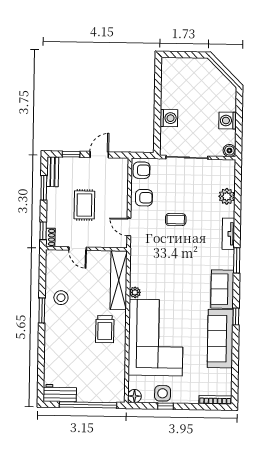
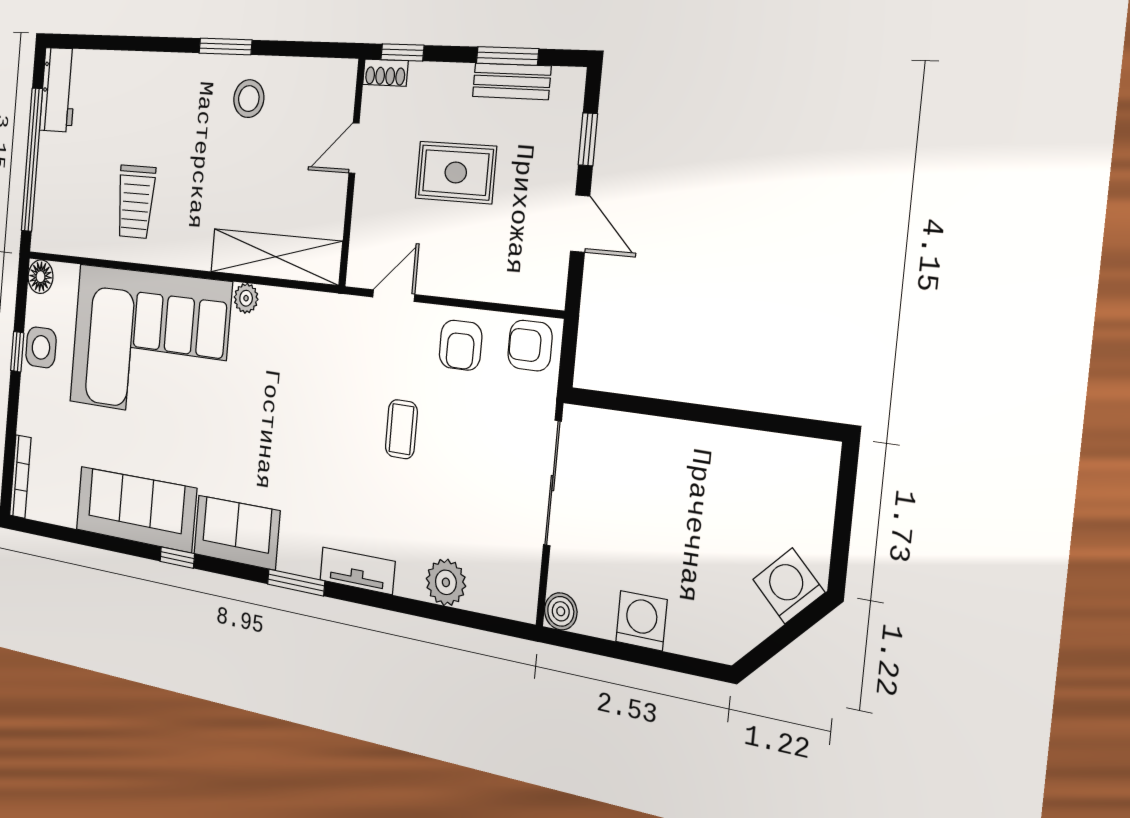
washing machine: (169, 118) -> (789, 586), moved, turned 135
armchair: (142, 170) -> (530, 346), turned 90
bench: (53, 172) -> (512, 81), moved
trolley: (105, 329) -> (136, 202), moved, turned -90

